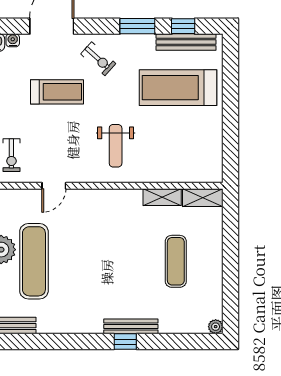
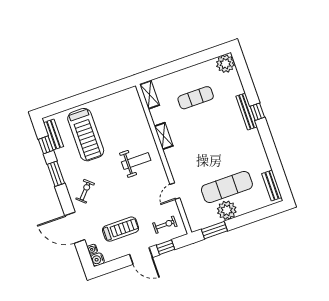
bench: (186, 42) -> (53, 135), width x0.73
treadmill: (57, 92) -> (121, 229), moved, turned 90
door: (54, 186) -> (175, 191), swing flipped
shelving: (162, 197) -> (164, 136), moved
plant: (216, 327) -> (225, 64), width x1.87, depth x1.87

